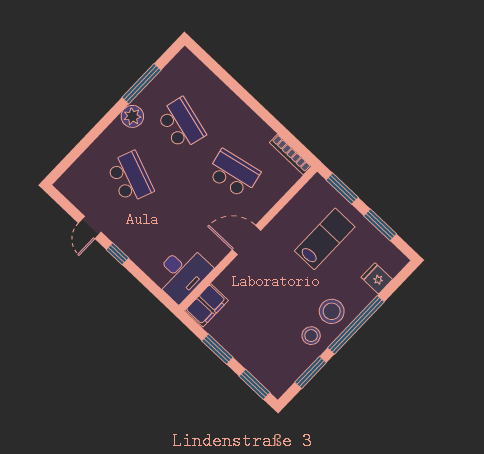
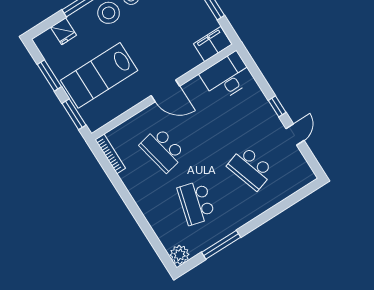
plant: (132, 116) -> (180, 255), moved
school desk: (130, 177) -> (250, 168), turned -39
lab bench: (325, 239) -> (99, 75), width x1.36, depth x1.39

